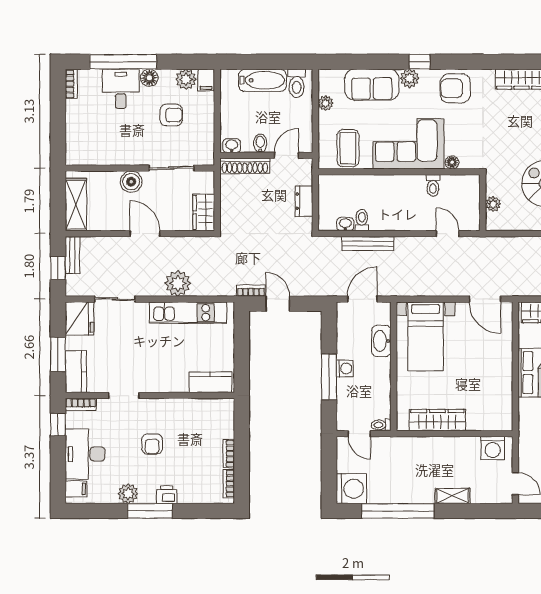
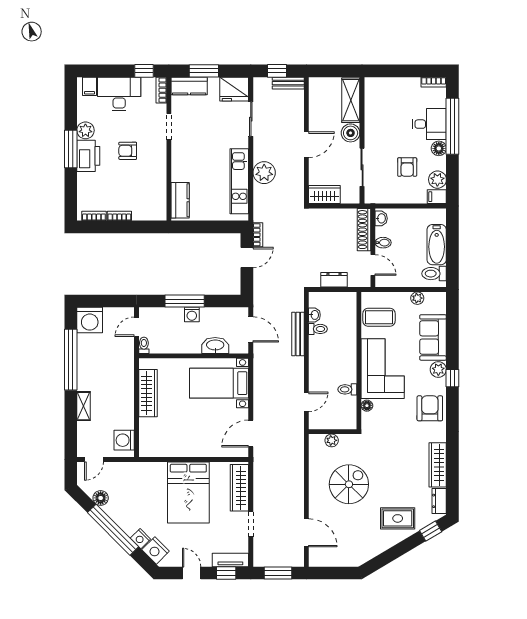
shelving: (76, 205) -> (351, 100), moved, turned 90
printer: (167, 495) -> (88, 156), width x1.87, depth x1.48

